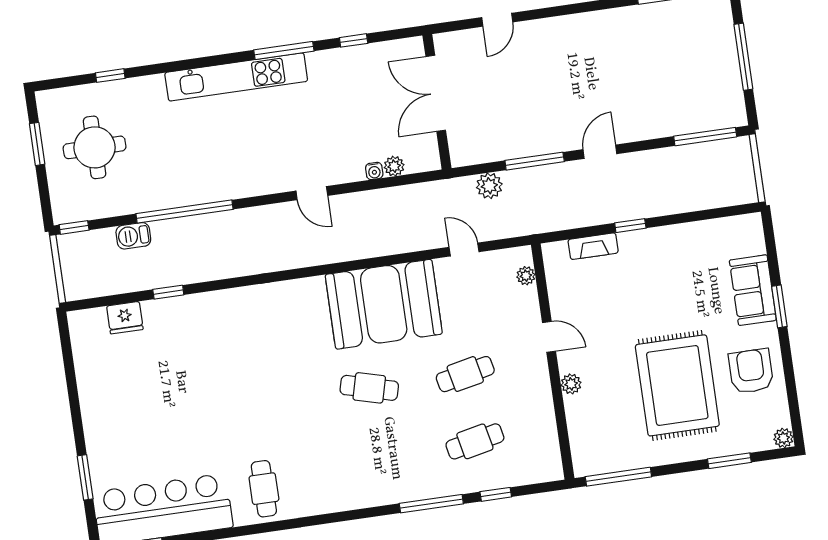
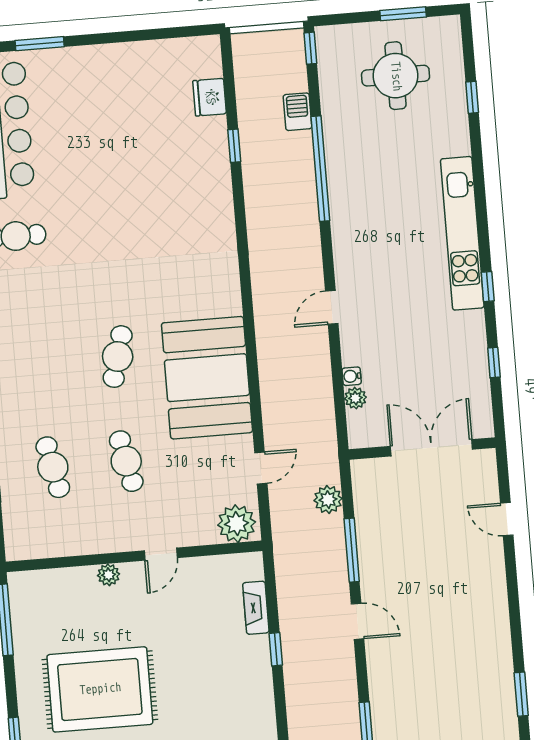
window: (284, 51) -> (488, 287), width x0.46
plant: (526, 276) -> (237, 524), width x1.87, depth x1.87

